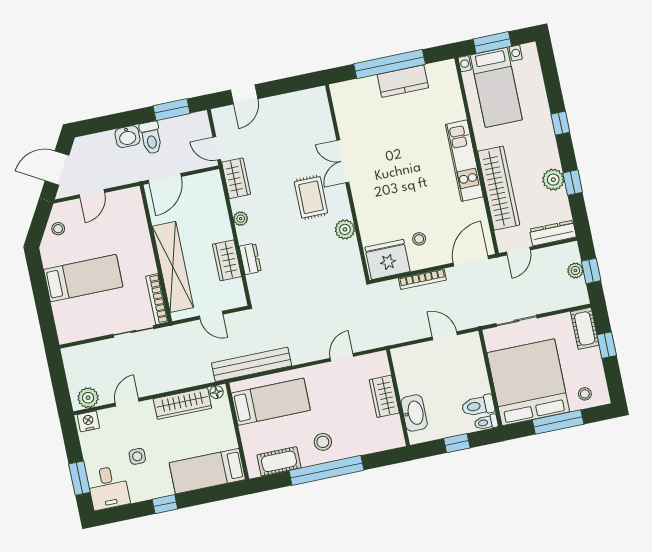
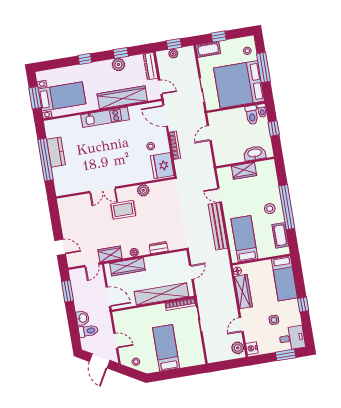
toilet: (151, 138) -> (88, 331), moved
wardrobe: (227, 260) -> (127, 267), moved, width x1.50
bench: (251, 364) -> (218, 226), moved
door: (127, 402) -> (241, 325), hinge flipped

